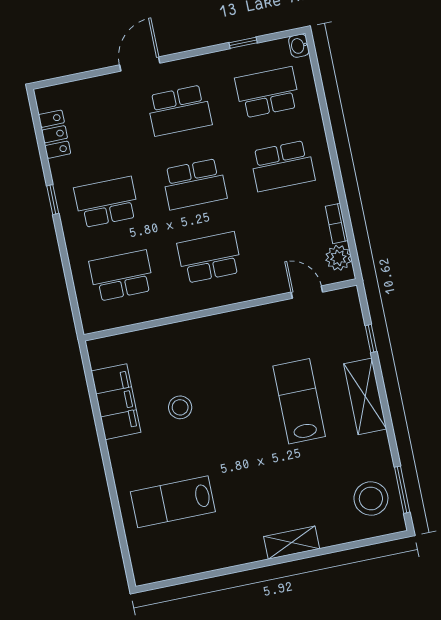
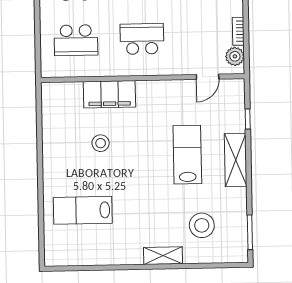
school desk: (122, 276) -> (76, 40), turned 180
door: (307, 292) -> (208, 77), swing flipped
filing cabinet: (116, 402) -> (109, 94), moved, turned 90
stool: (371, 498) -> (202, 225), moved

